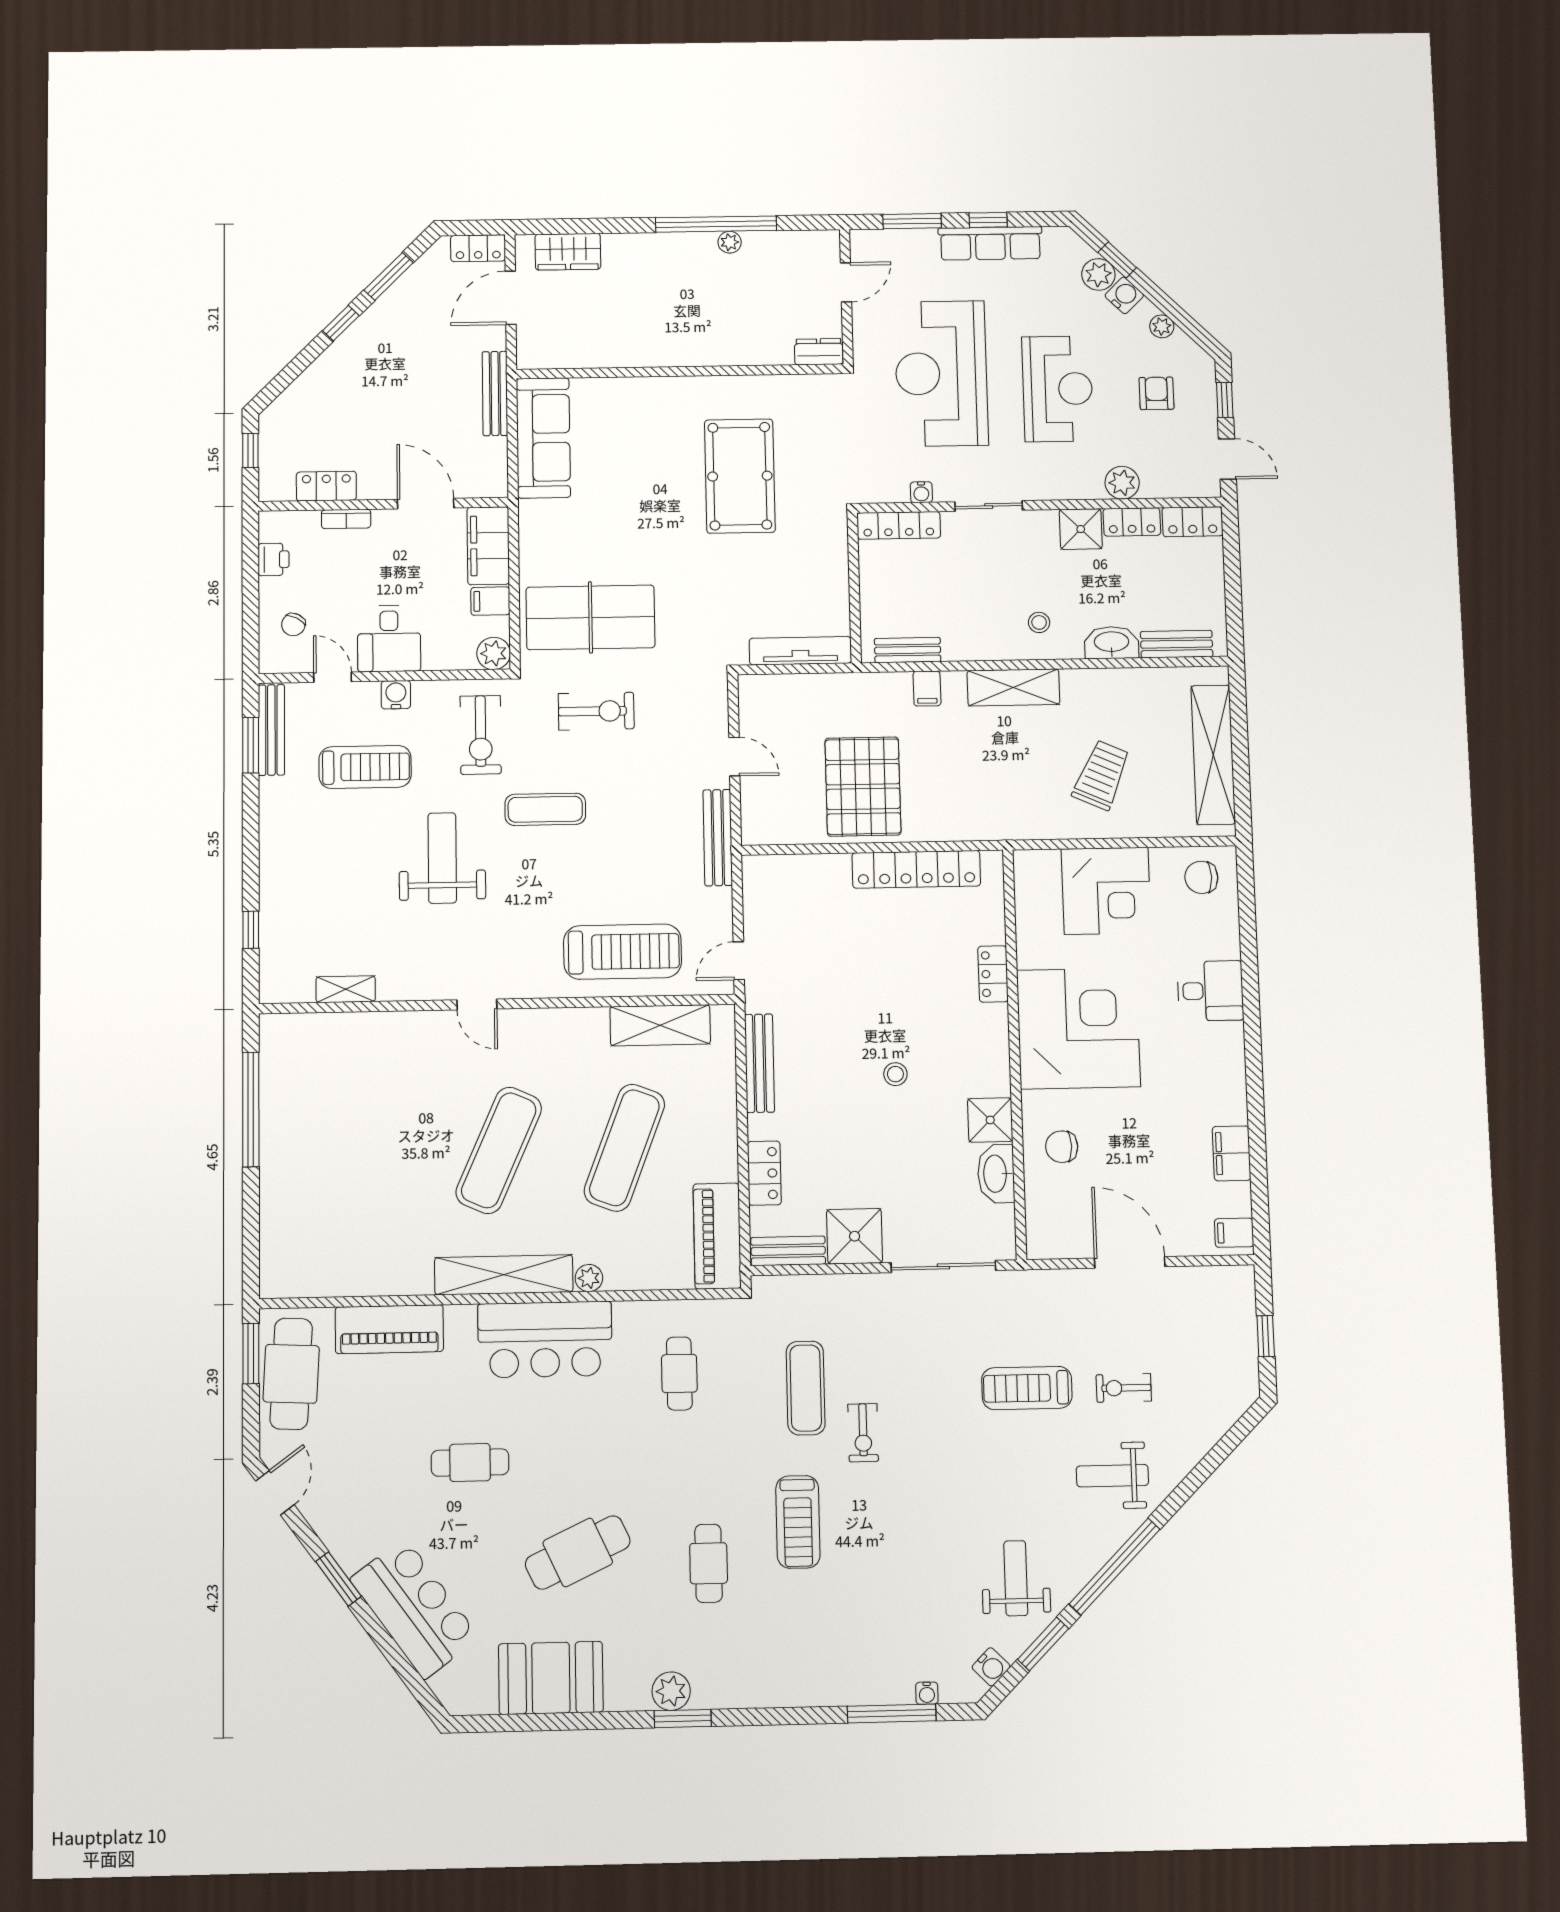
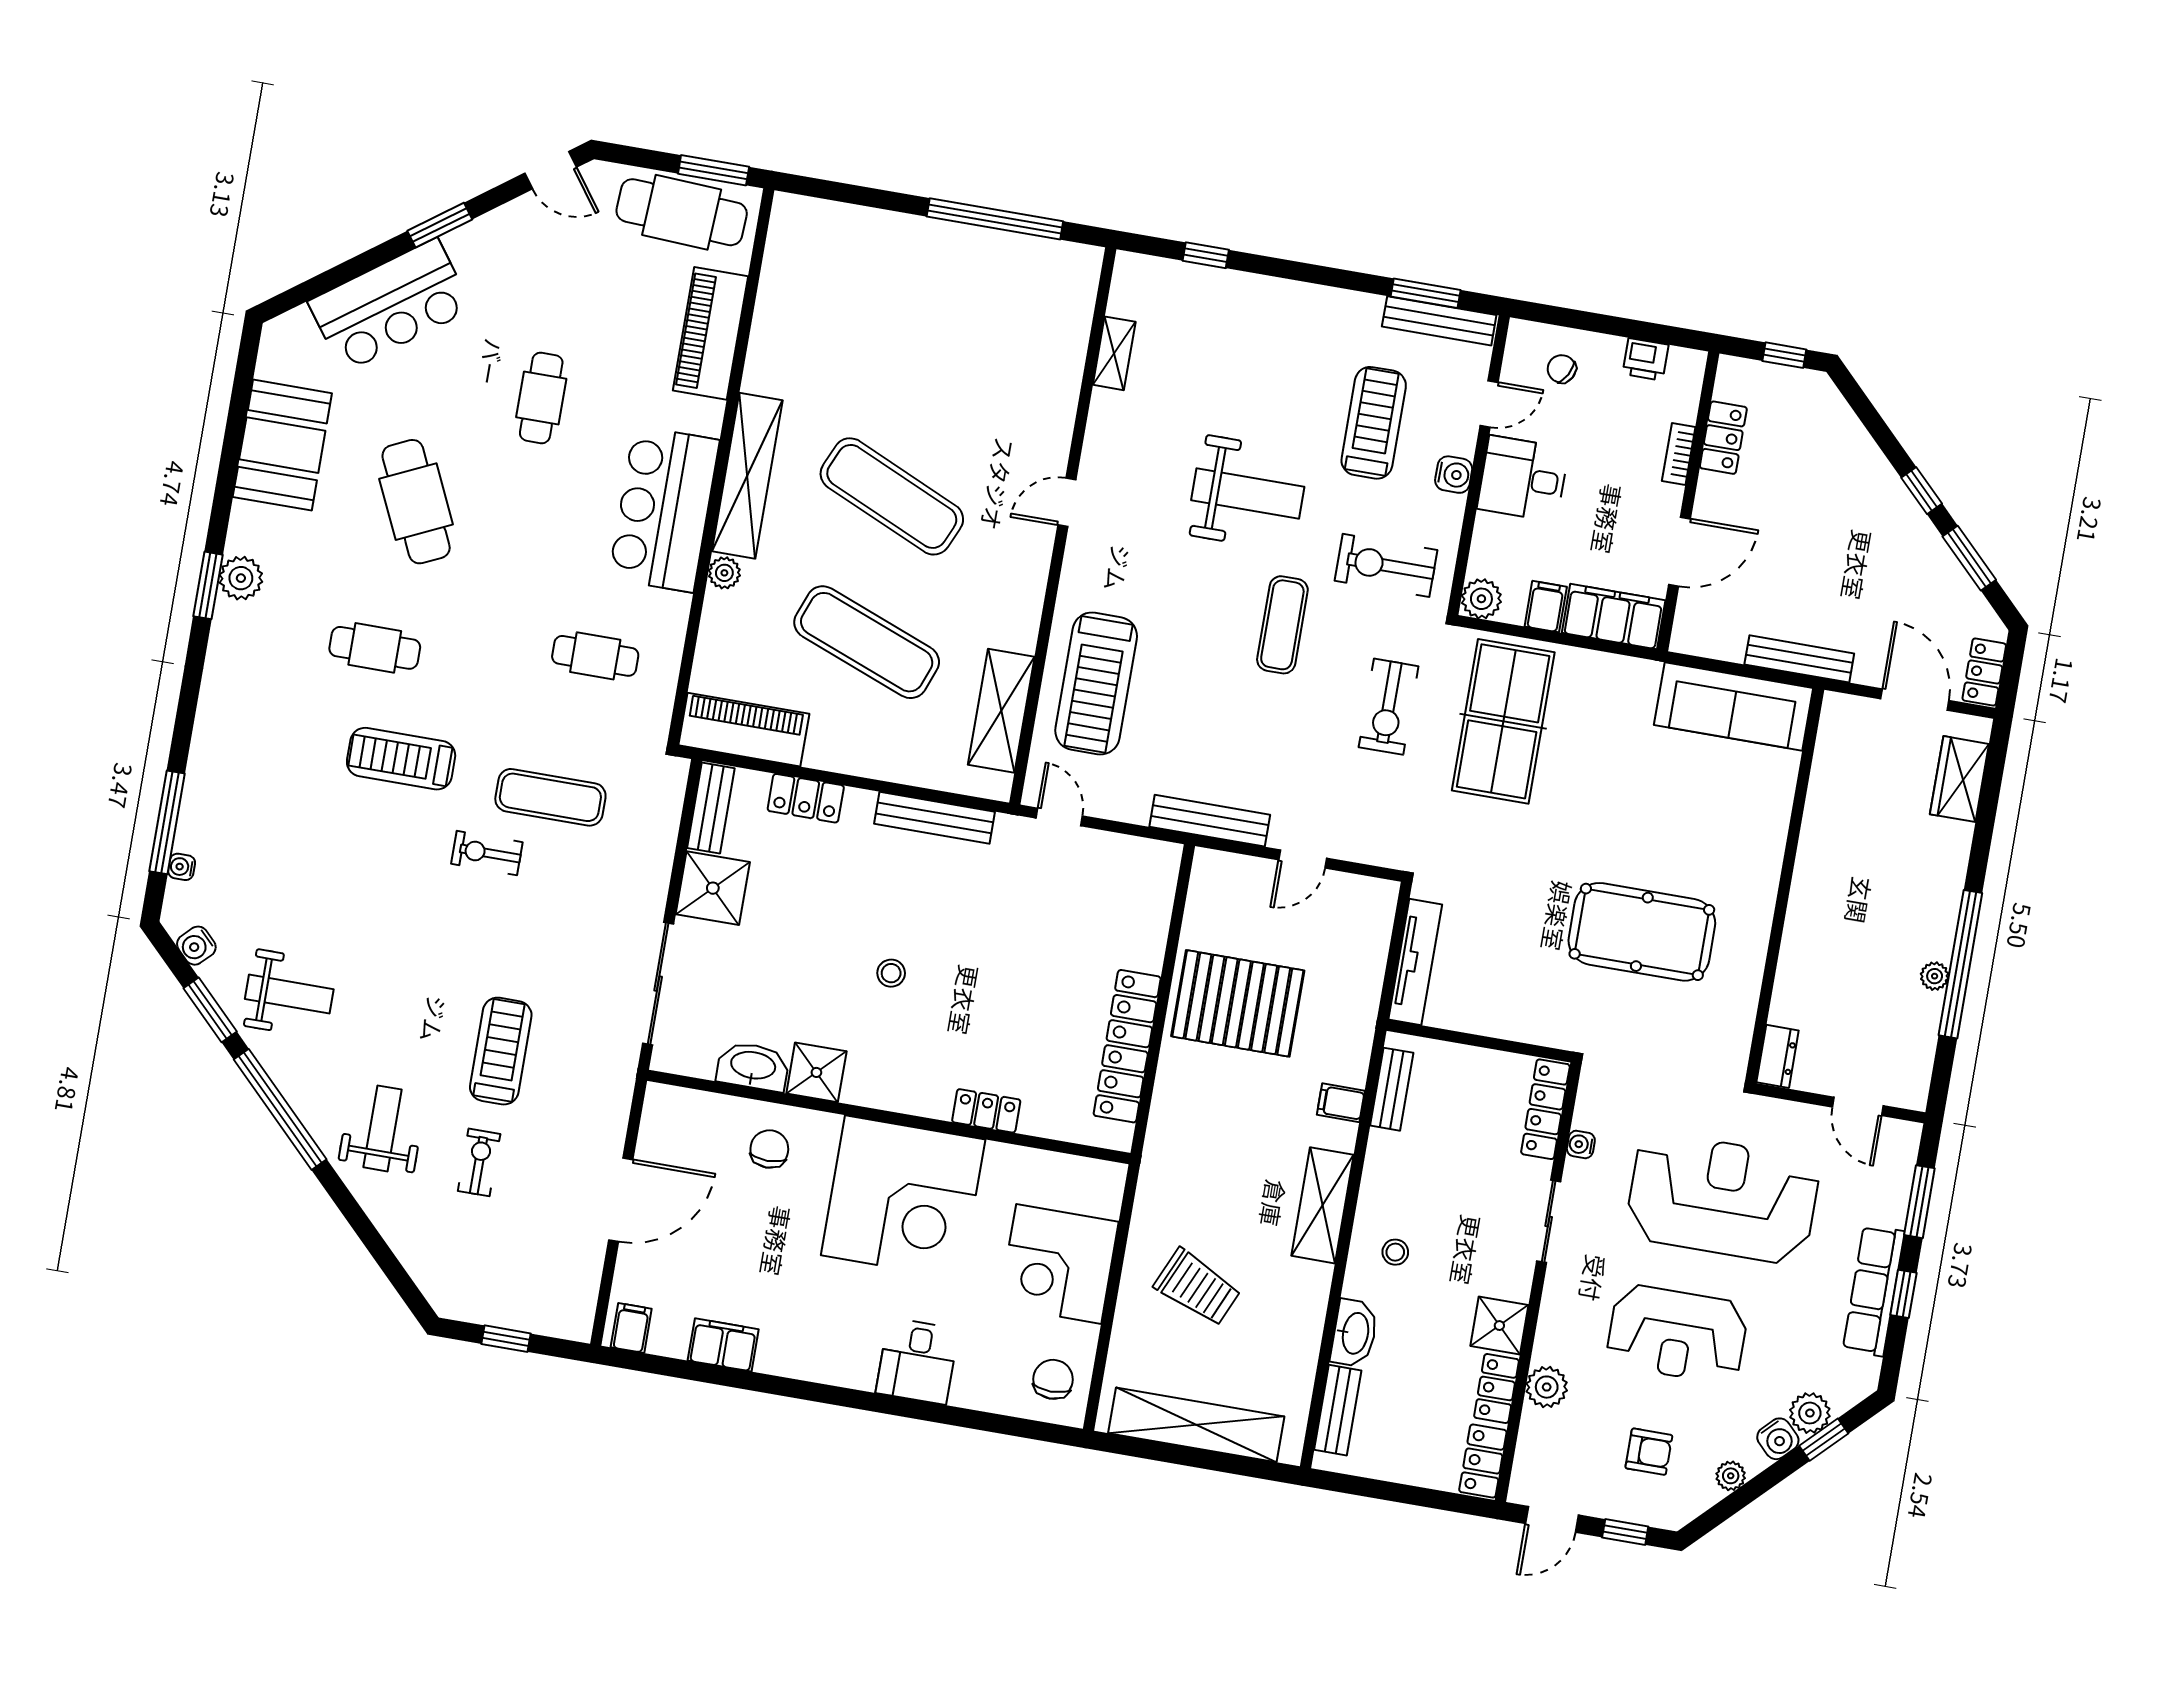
treadmill: (365, 767) -> (1374, 423), turned 180

